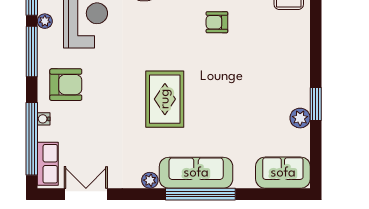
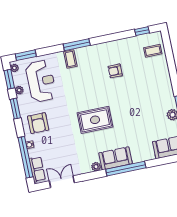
window: (32, 51) -> (15, 109), width x0.69
armchair: (66, 85) -> (38, 123), turned 90
rug: (165, 99) -> (95, 120), turned 90
sofa: (196, 173) -> (116, 158), width x0.73

